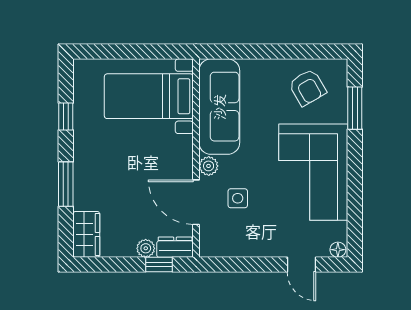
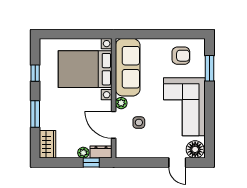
armchair: (308, 87) -> (181, 56), turned -60
bed with nightstands: (149, 96) -> (85, 69), width x1.36
floor lamp: (338, 250) -> (195, 149), width x1.89, depth x1.89

